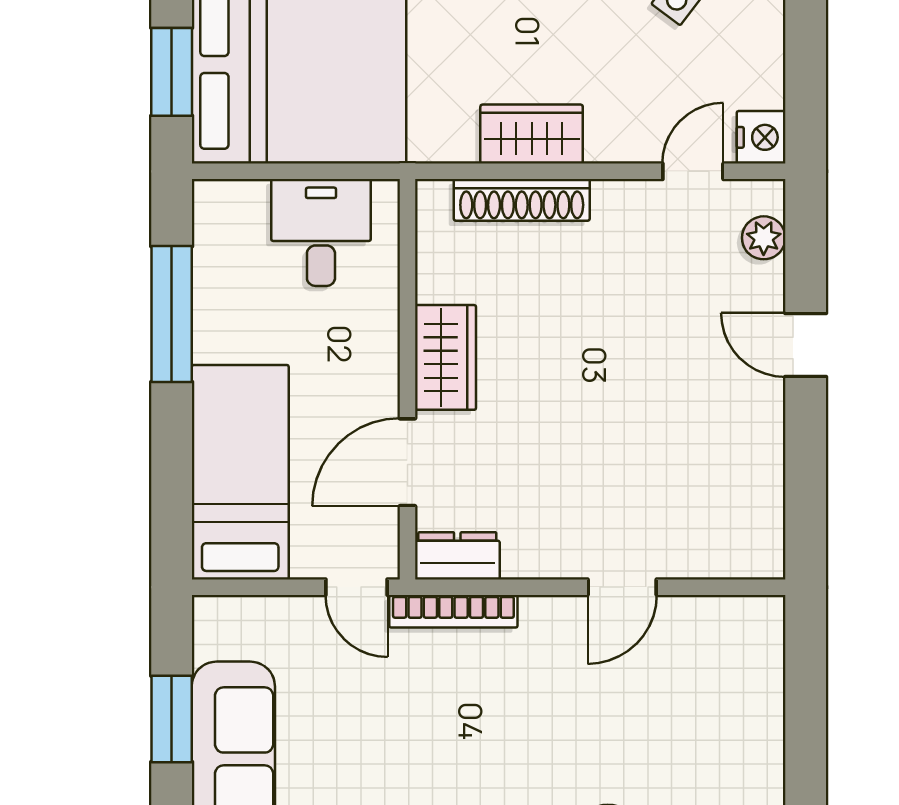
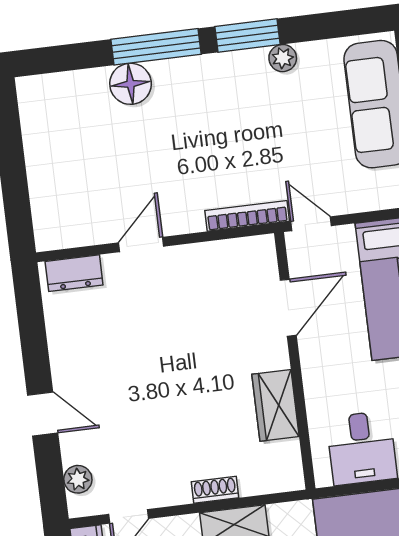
shoe rack: (522, 200) -> (215, 490), width x0.51, depth x0.81
wardrobe: (446, 357) -> (276, 405), moved
dresser: (457, 556) -> (74, 273), moved

